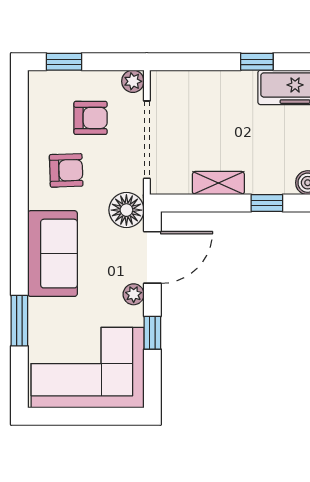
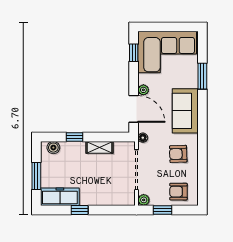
window: (64, 62) -> (162, 210), moved
armchair: (91, 118) -> (178, 192), moved
floor lamp: (126, 210) -> (143, 138), width x0.53, depth x0.53
door: (152, 257) -> (134, 109), swing flipped
window: (152, 333) -> (134, 53), moved

